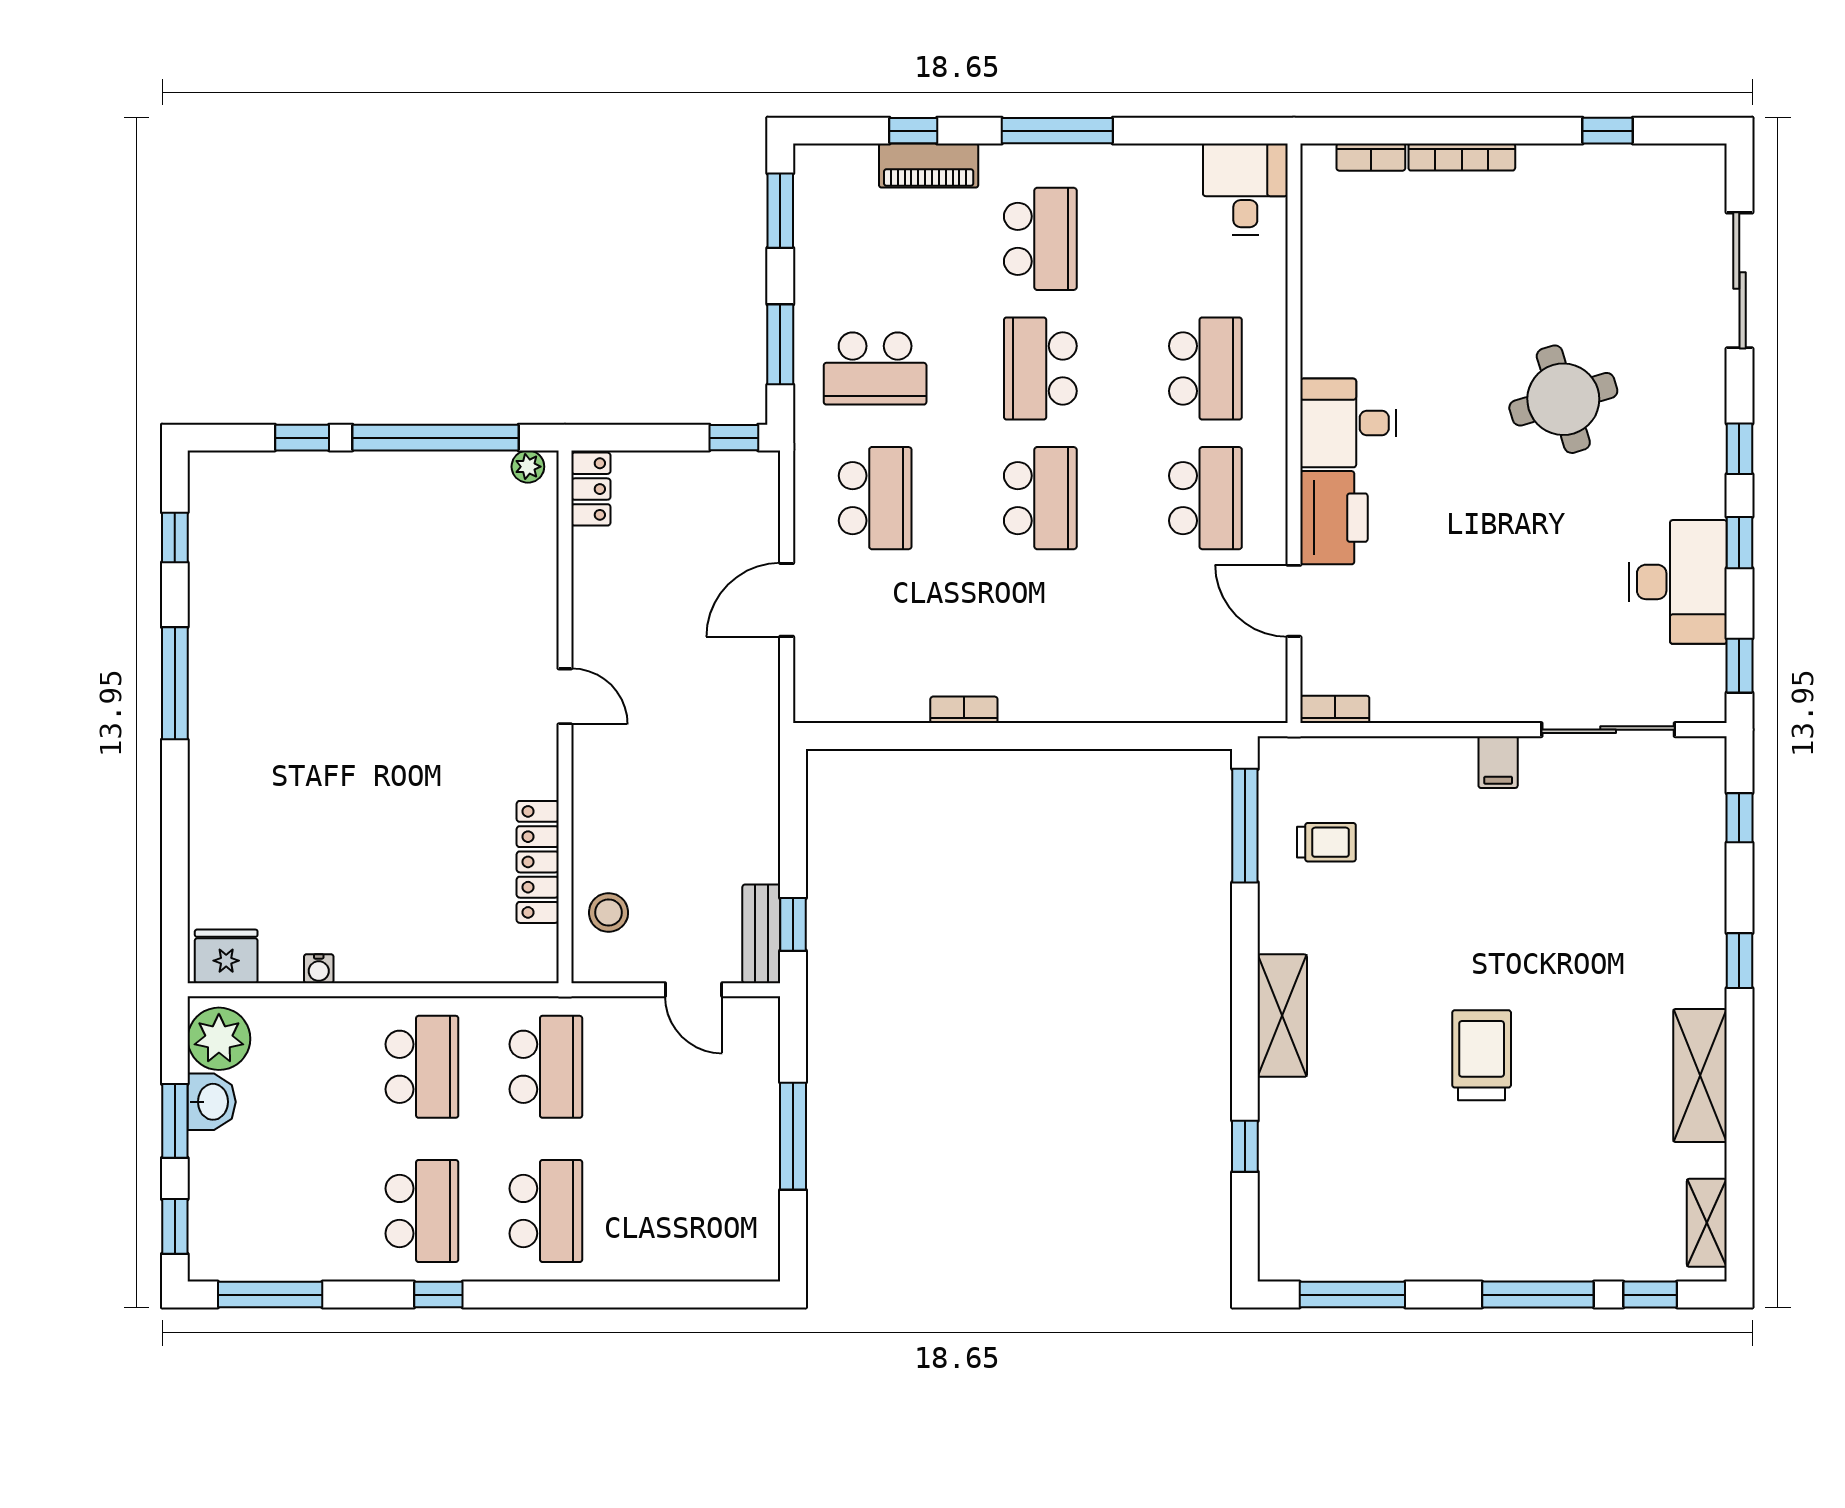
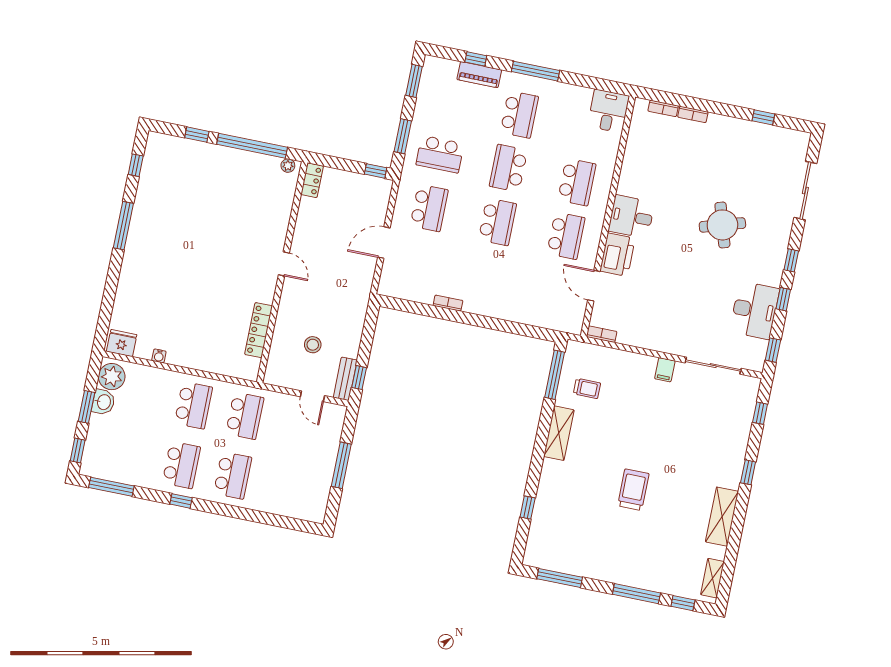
bookcase: (1462, 157) -> (693, 114), width x0.64
stool: (609, 912) -> (313, 345), moved
shelving: (1282, 1016) -> (559, 433), moved

